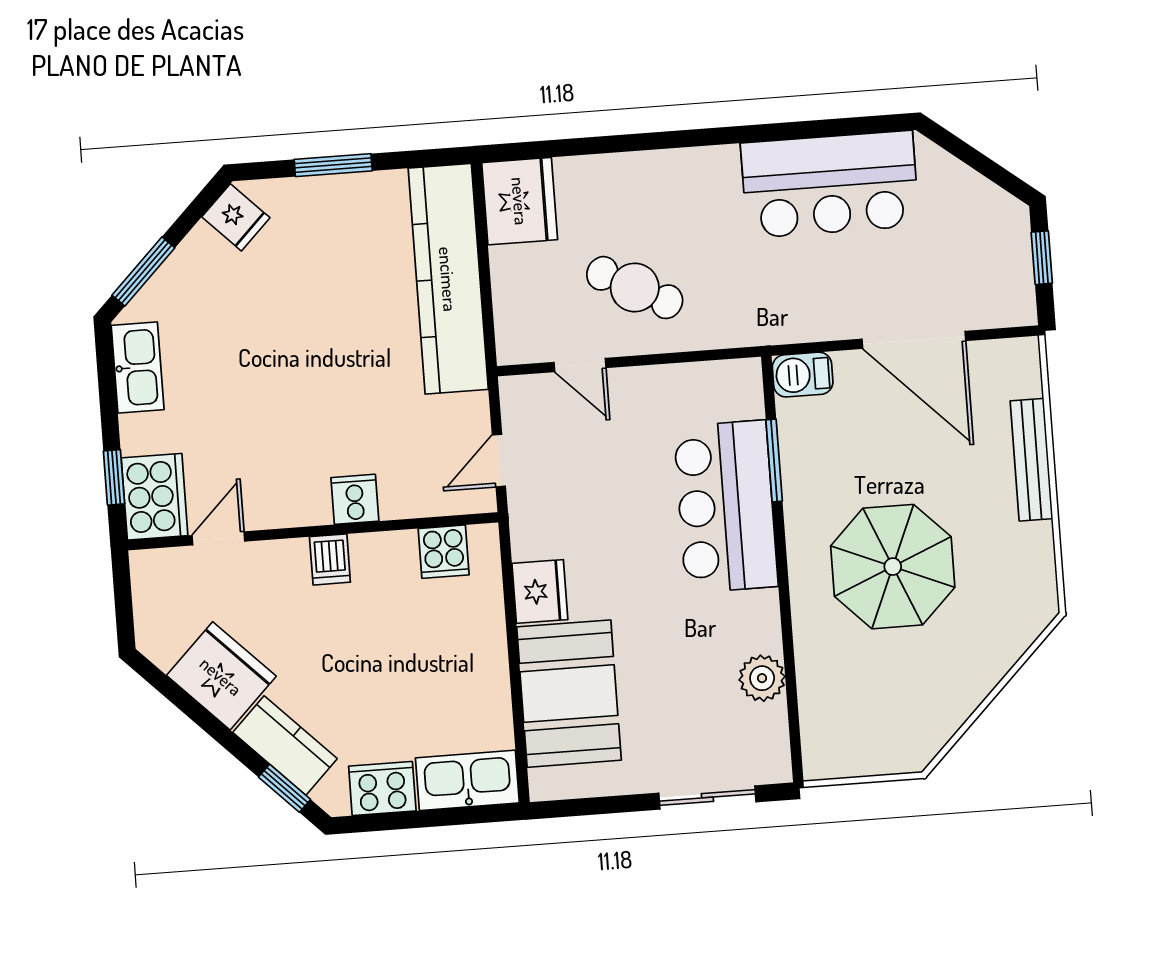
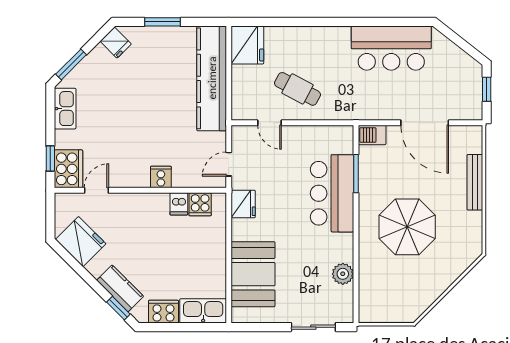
dishwasher: (330, 559) -> (179, 204), moved
fridge: (540, 592) -> (243, 204), moved
fridge: (221, 676) -> (81, 242), moved

